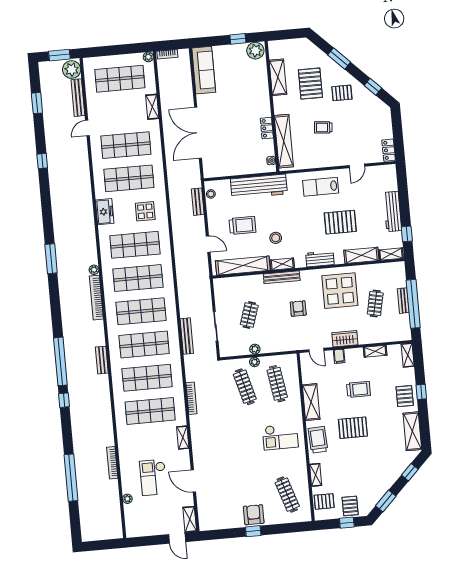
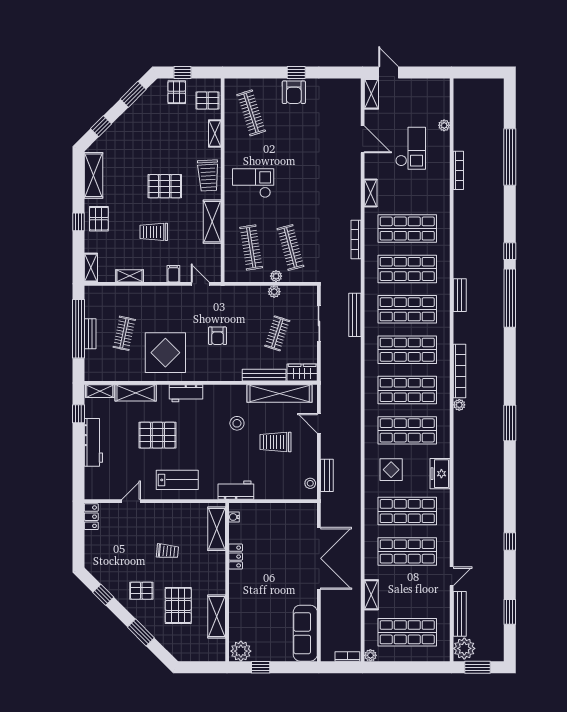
shelving: (284, 141) -> (217, 529), width x0.68
workbench: (259, 186) -> (236, 490), width x0.53, depth x0.76
shelving: (282, 264) -> (232, 391), removed
bench: (282, 277) -> (264, 375), moved
wardrobe: (345, 339) -> (302, 372), moved, turned 180

